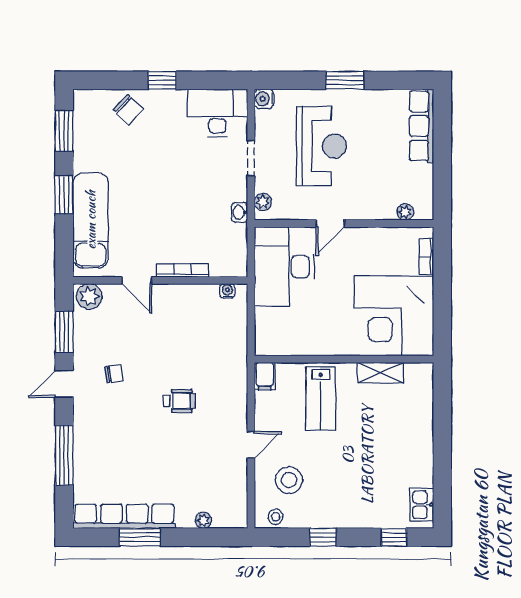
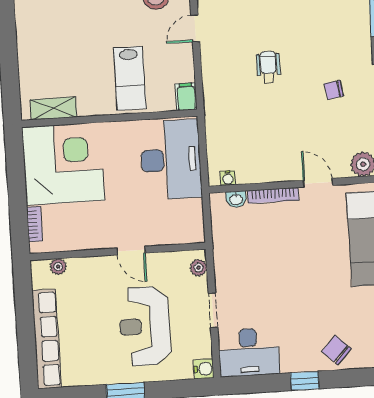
row of seats: (422, 126) -> (47, 339), width x1.36
washbasin: (240, 212) -> (236, 199), moved, turned 90
door: (330, 224) -> (131, 251), swing flipped
desk: (284, 267) -> (171, 160), moved
shelving: (380, 373) -> (54, 108), moved
lab bench: (321, 398) -> (130, 78), turned 180
wheelchair: (179, 401) -> (268, 67), turned 90

